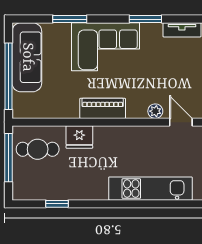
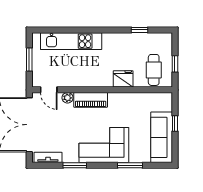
window: (9, 76) -> (175, 123), width x0.32
piano: (103, 108) -> (91, 100), moved
cafe table: (38, 149) -> (154, 70), turned 90
window: (9, 158) -> (175, 64), width x0.46

